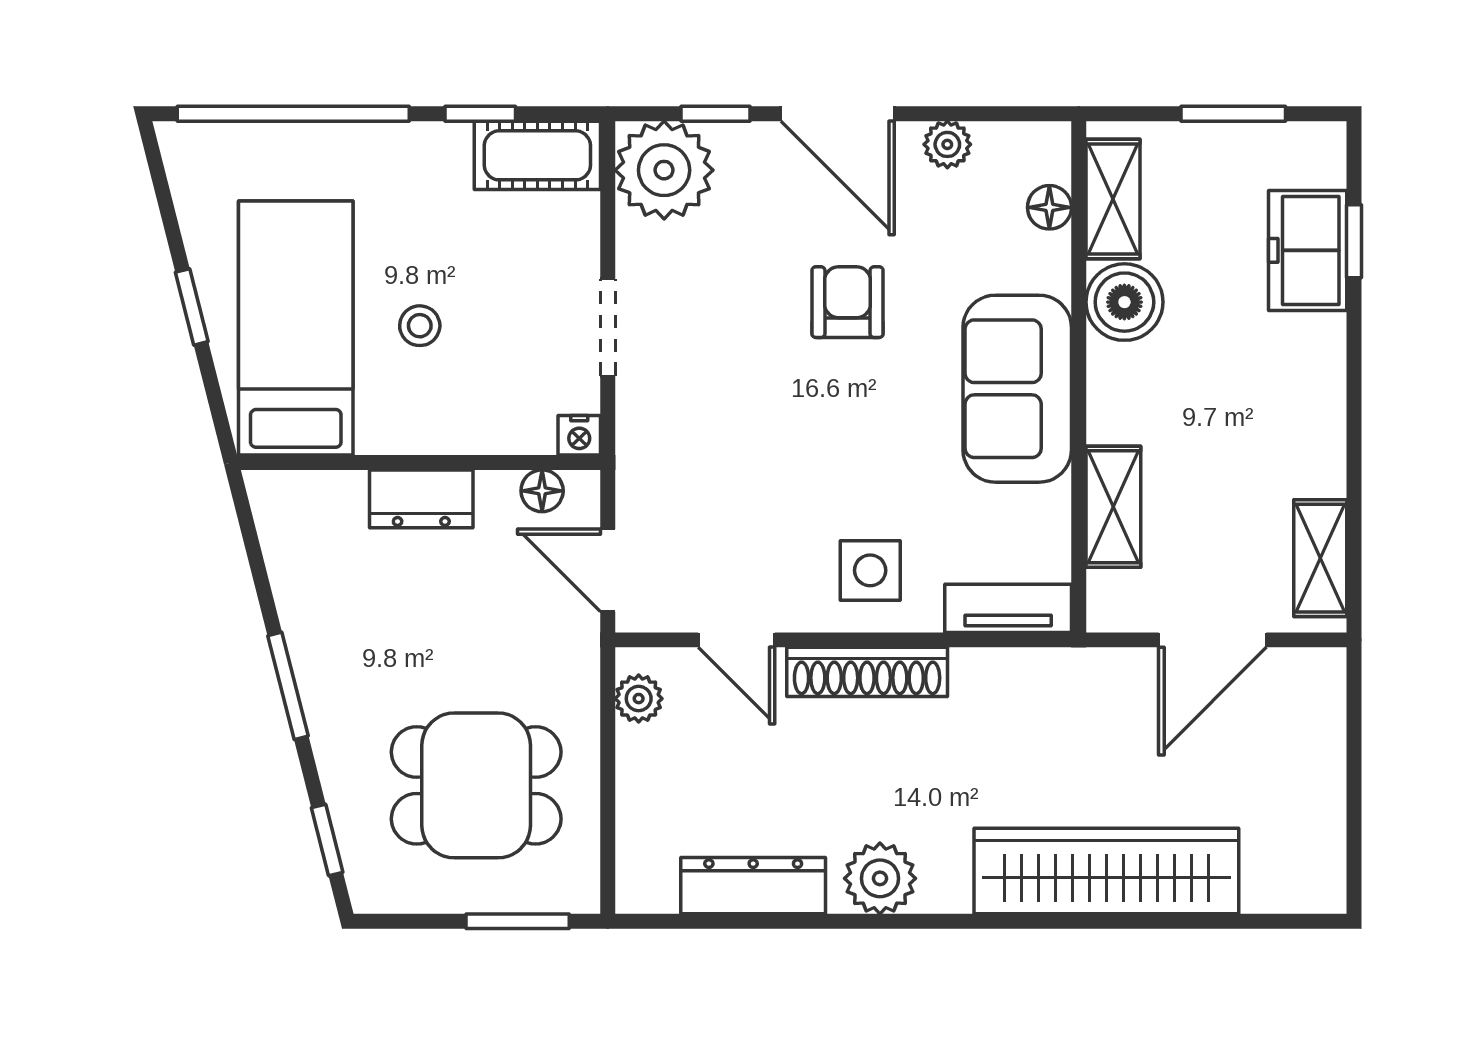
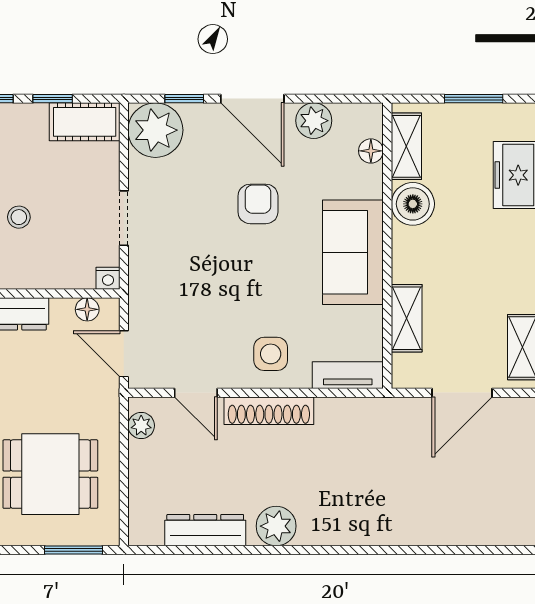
plant: (947, 144) -> (314, 121), width x1.38, depth x1.38
wardrobe: (1106, 871) -> (403, 522), removed

